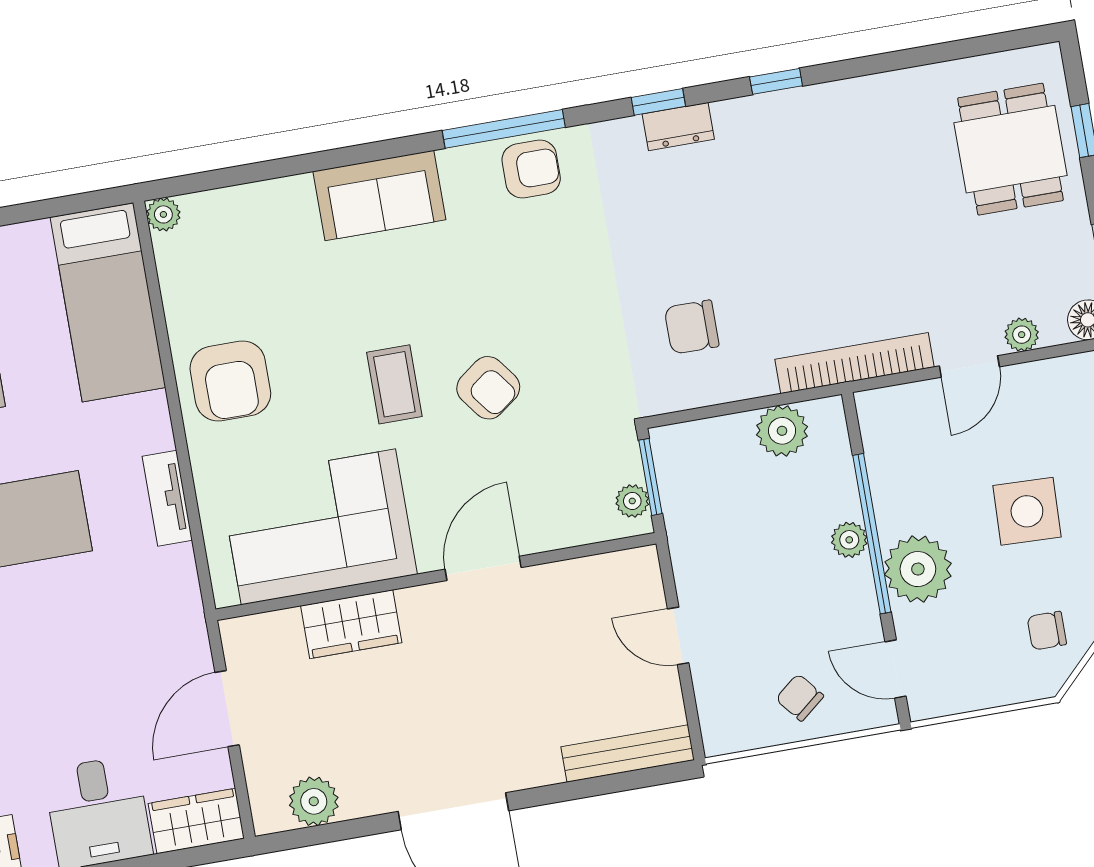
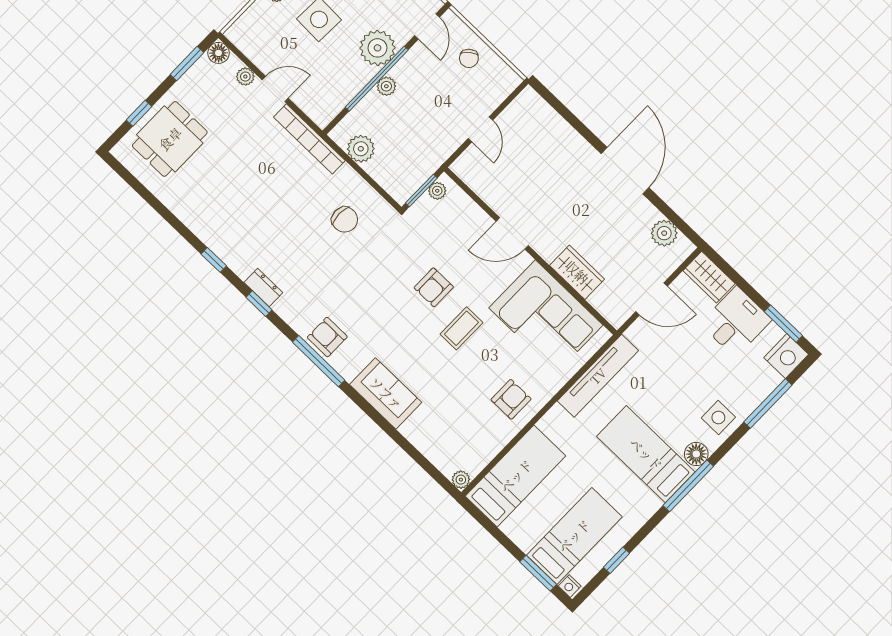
armchair: (230, 381) -> (511, 399), width x0.72, depth x0.72
armchair: (488, 388) -> (434, 287), turned -143
tv unit: (167, 498) -> (598, 376), width x1.92, depth x1.29
bench: (628, 753) -> (546, 114), removed

